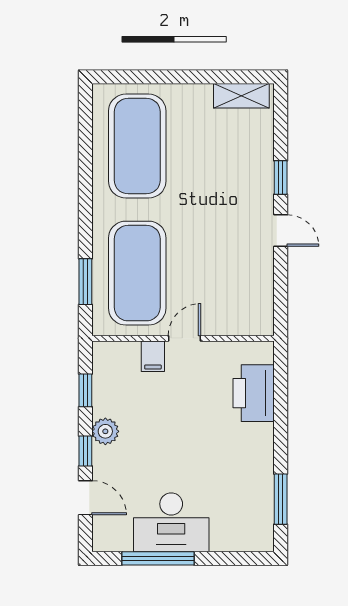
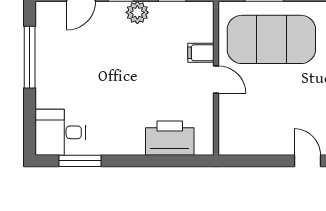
door: (281, 231) -> (307, 161), swing flipped
desk: (171, 522) -> (60, 132), moved, width x0.73

